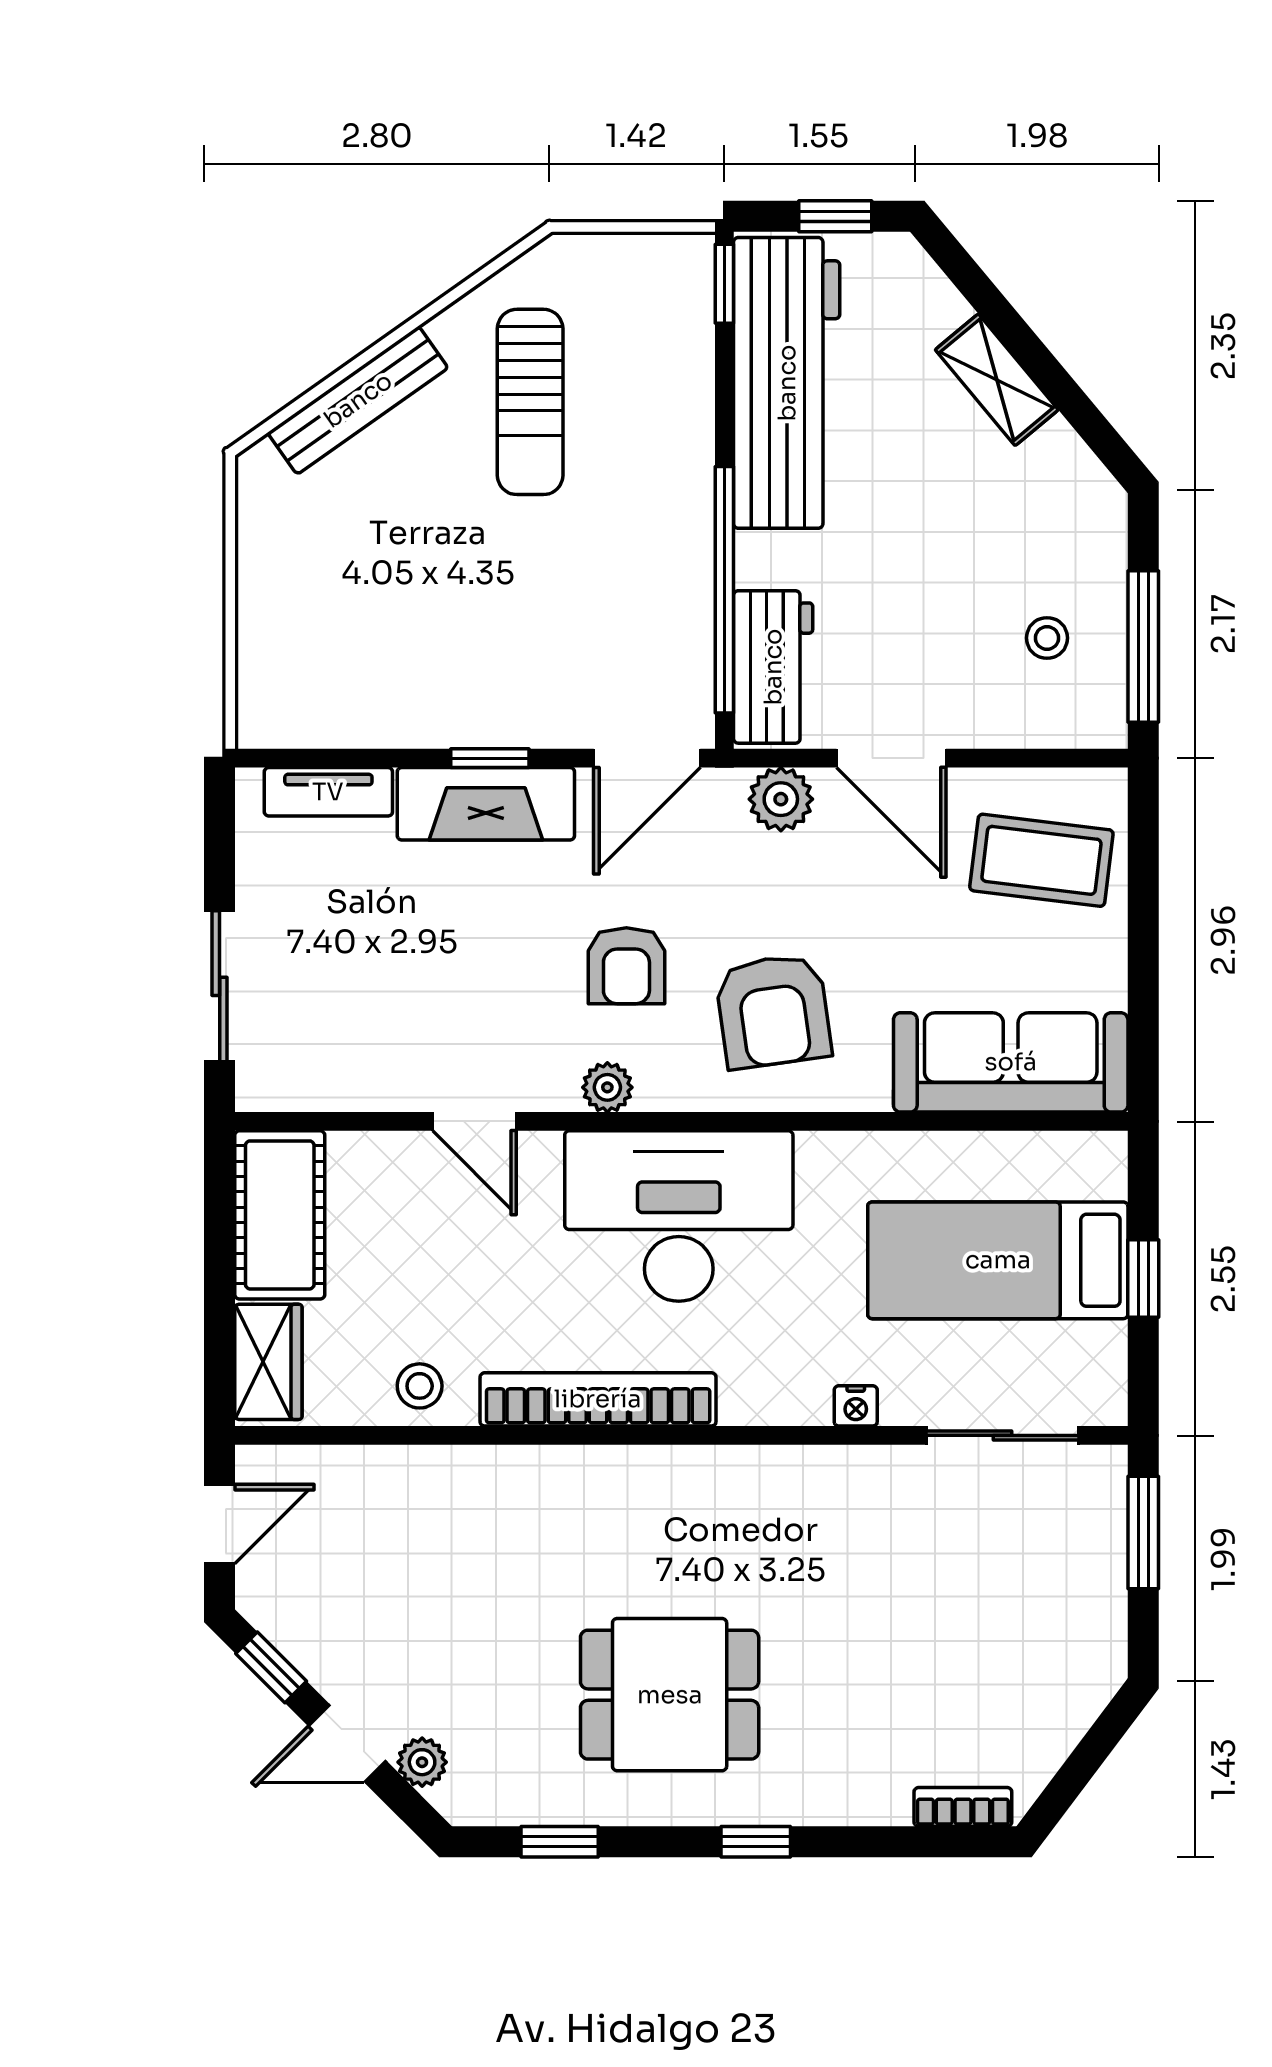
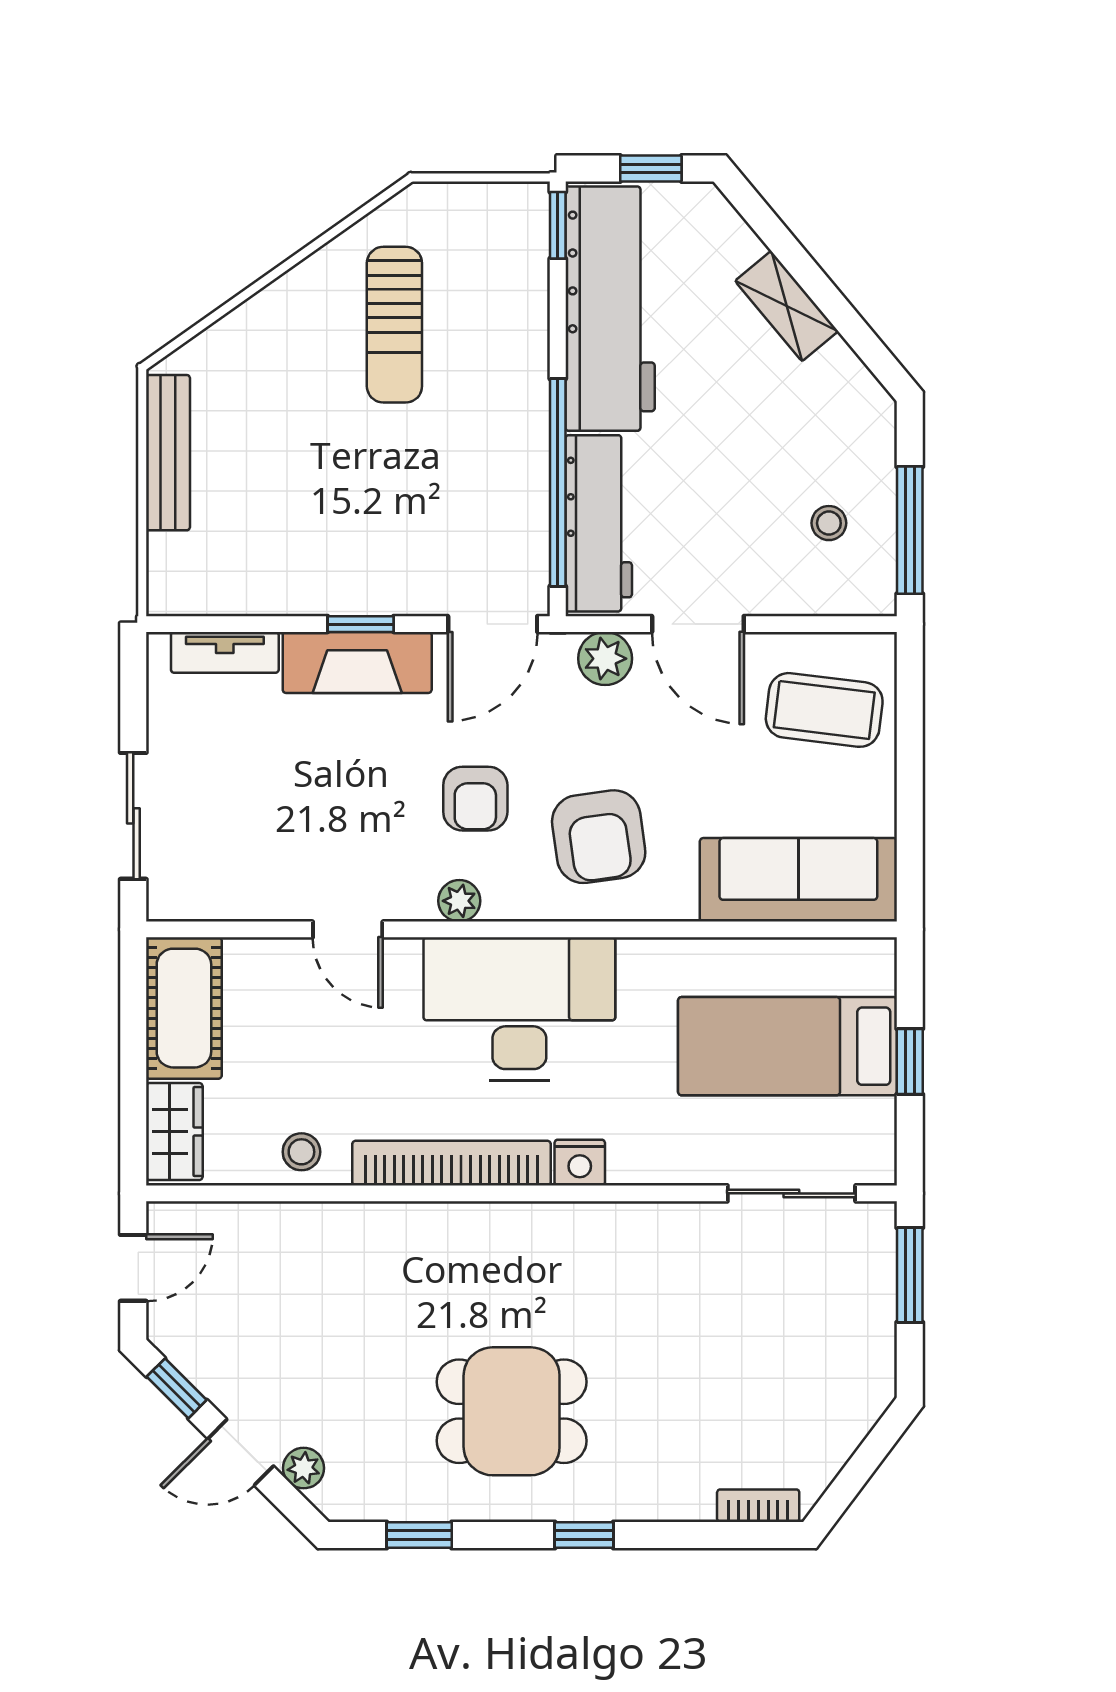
bench: (358, 400) -> (168, 453), moved, turned -55
workbench: (773, 667) -> (599, 523), width x1.37
nightstand: (856, 1406) -> (580, 1163), moved, width x1.39, depth x1.35

